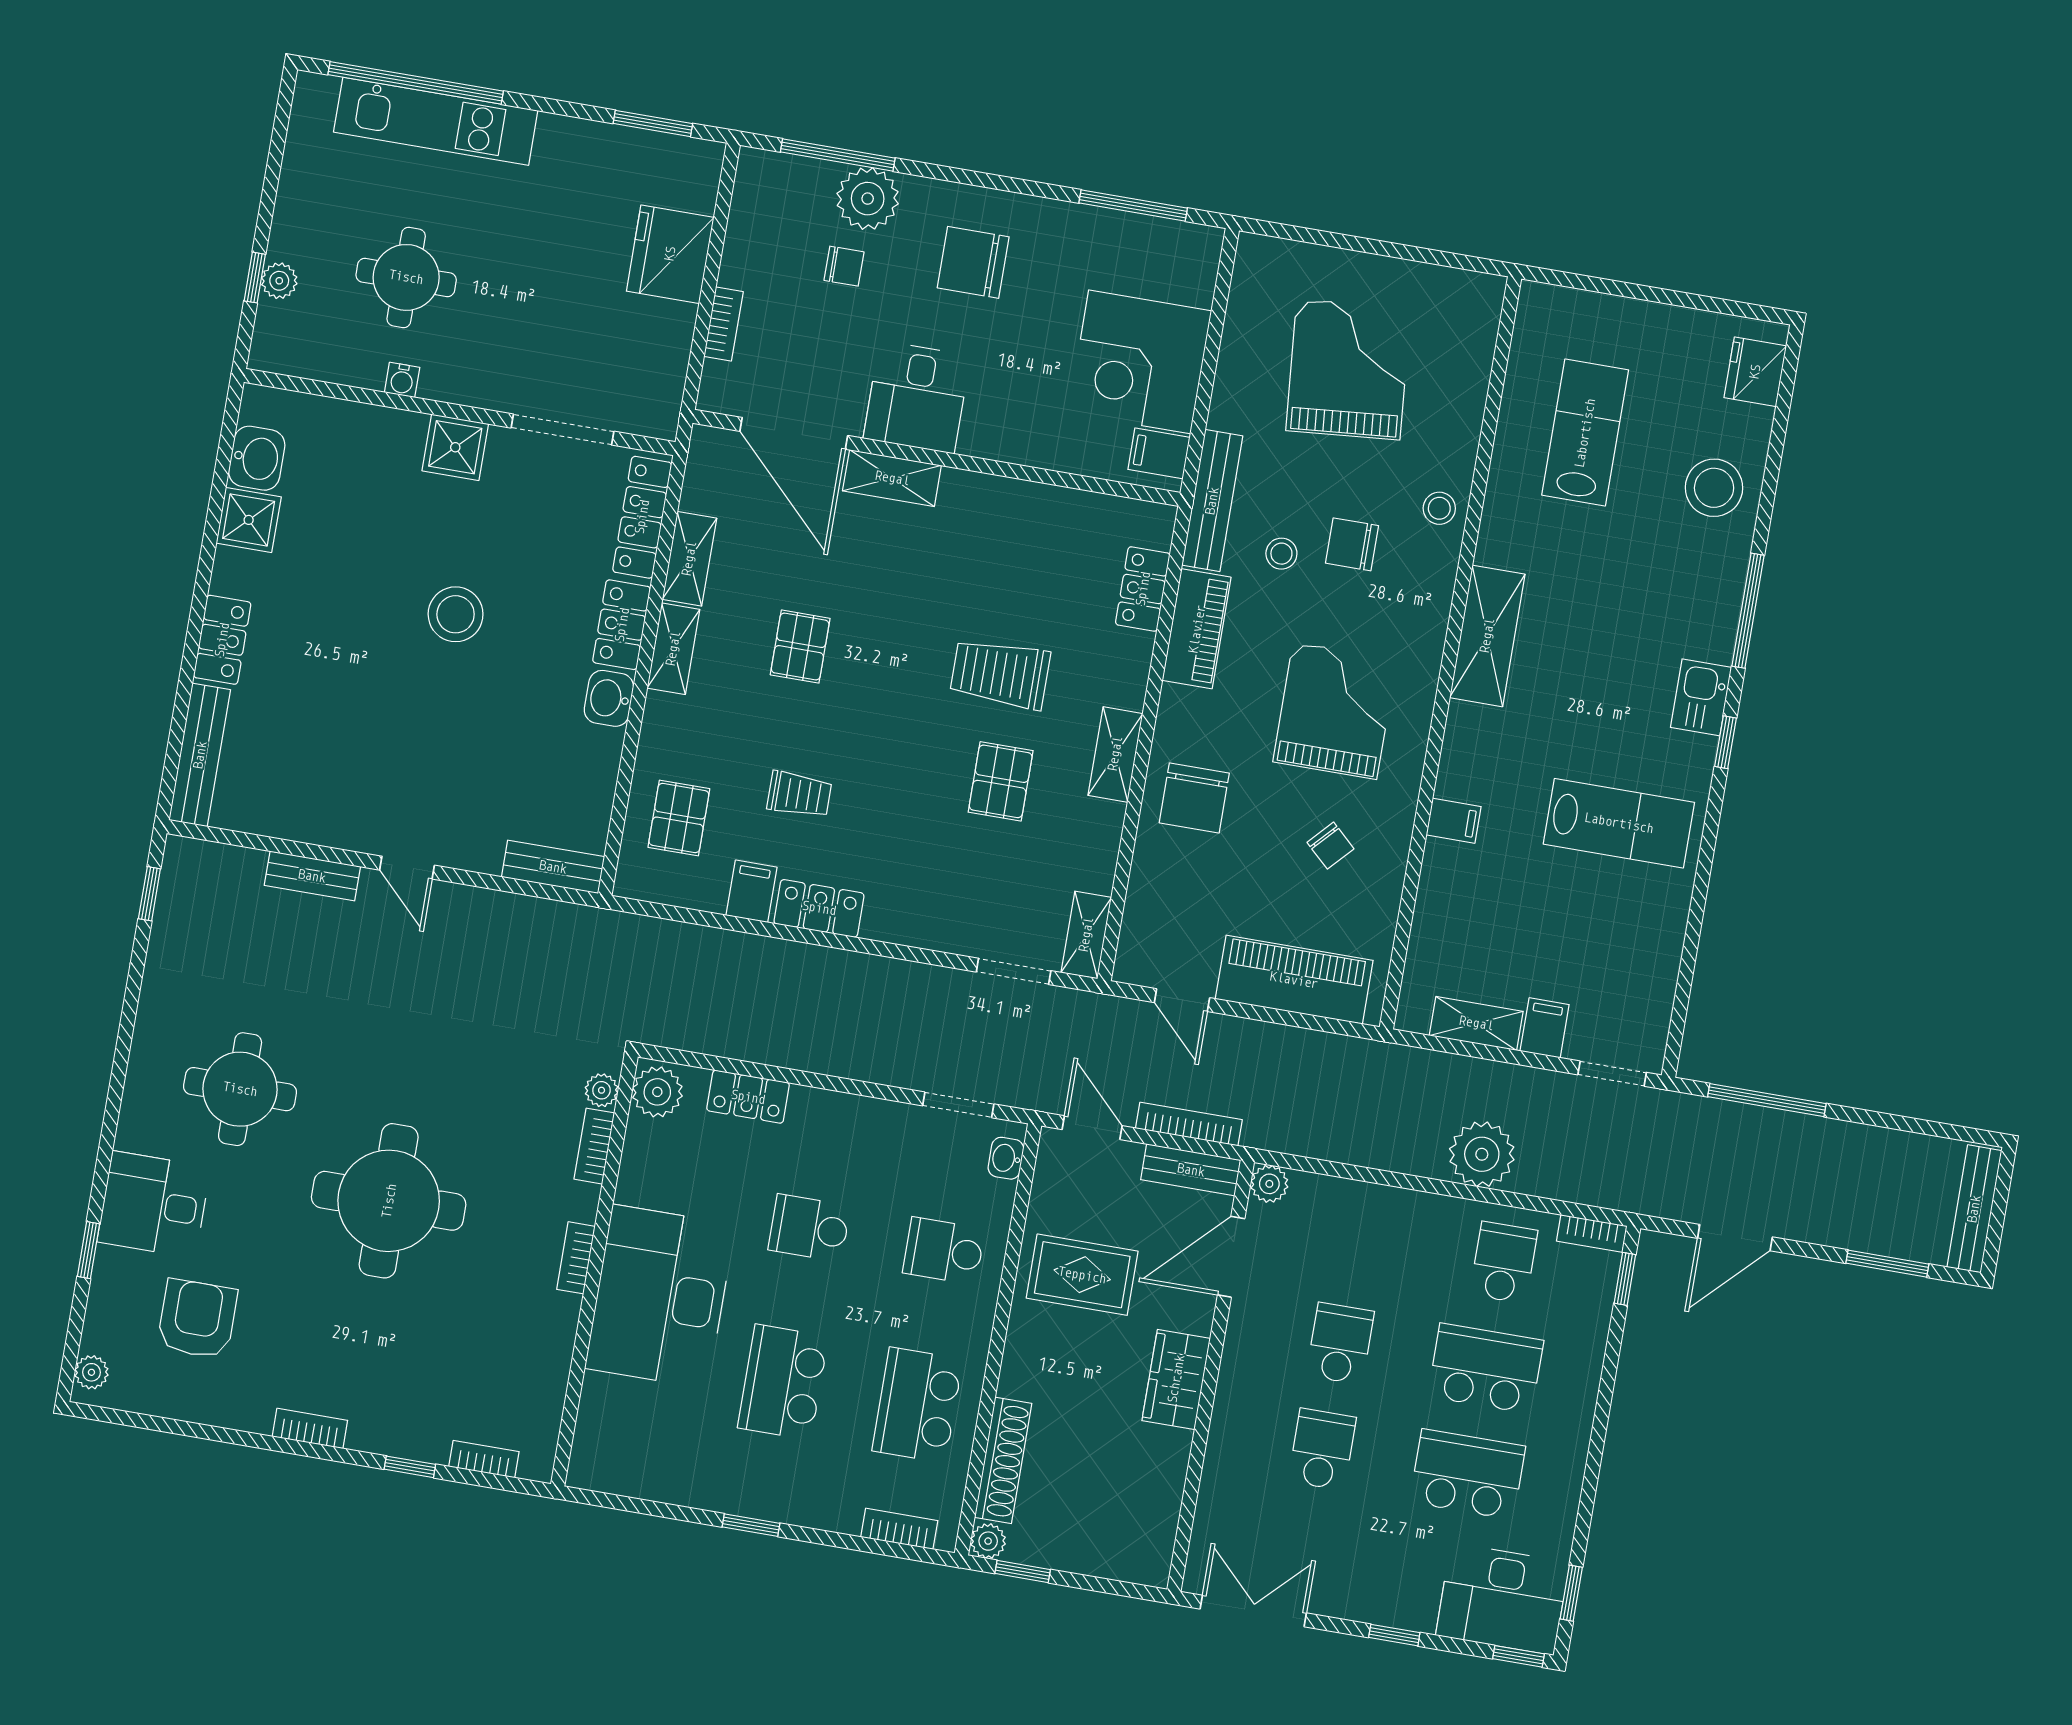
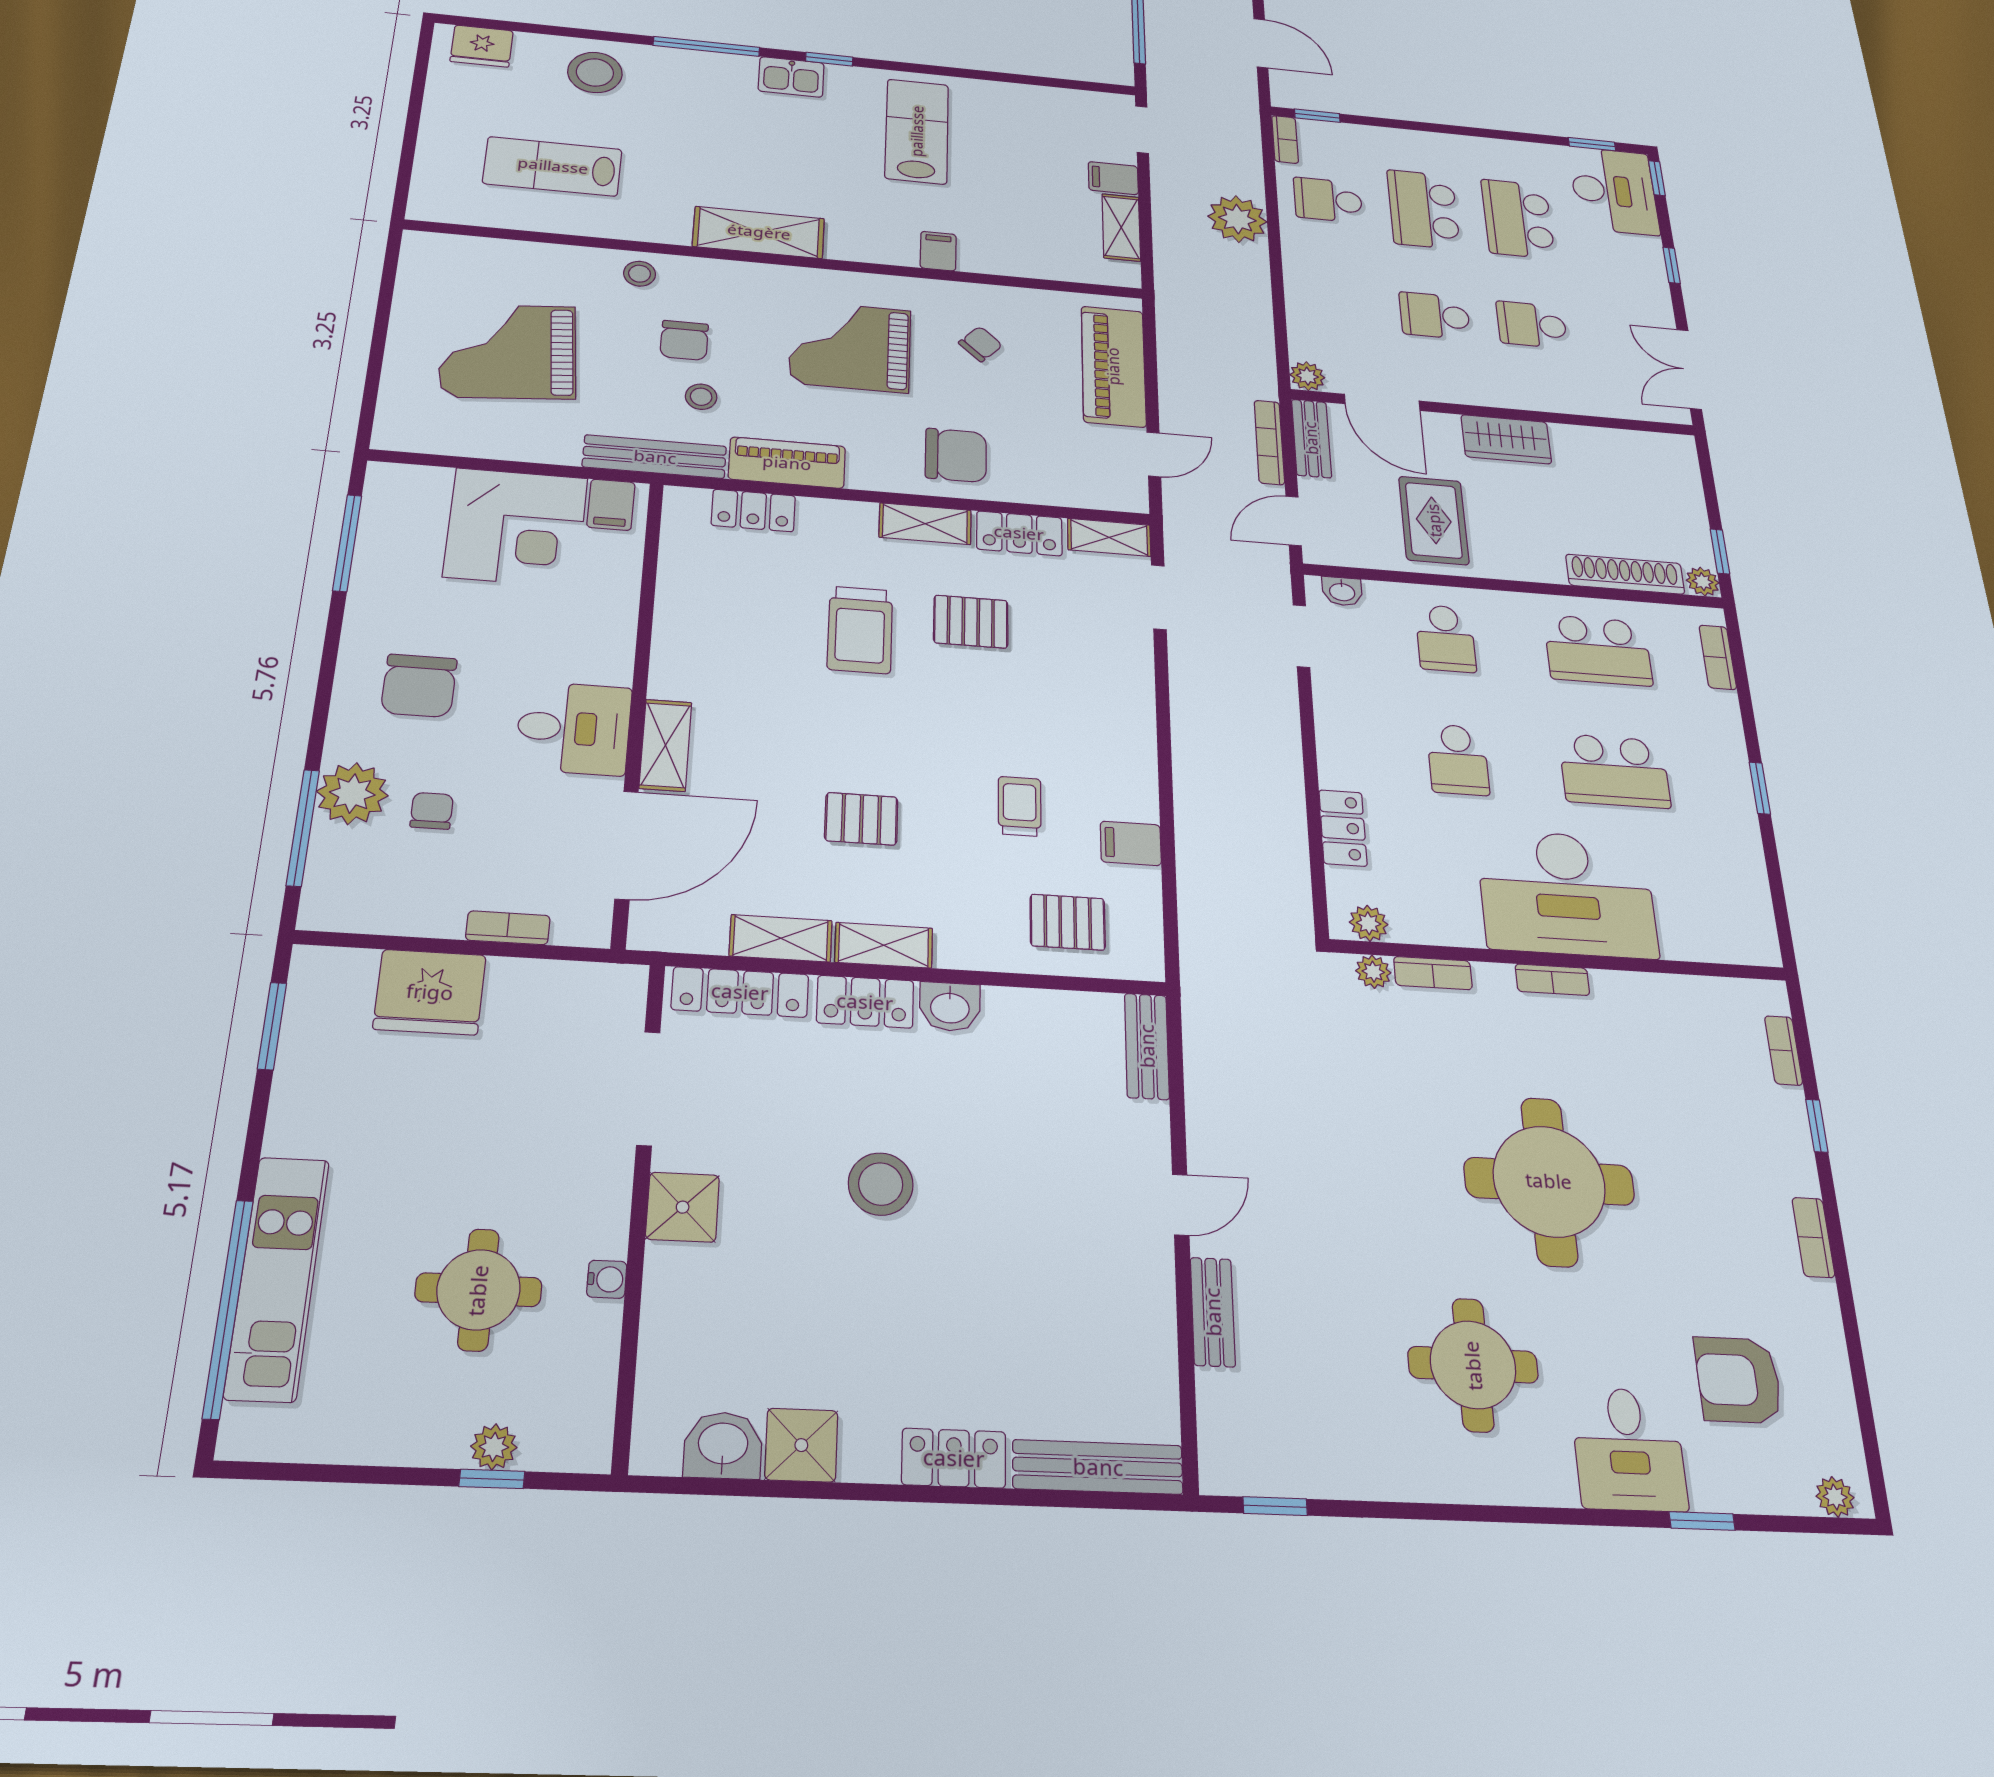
locker: (819, 908) -> (1019, 533), moved, turned -90
plant: (657, 1092) -> (1369, 923), width x0.73, depth x0.73

